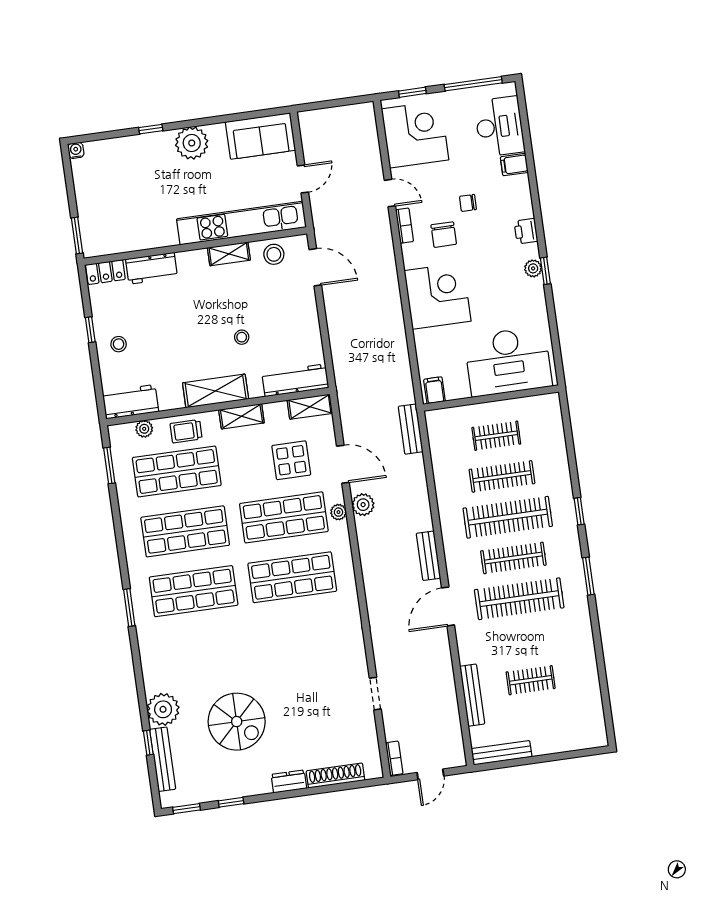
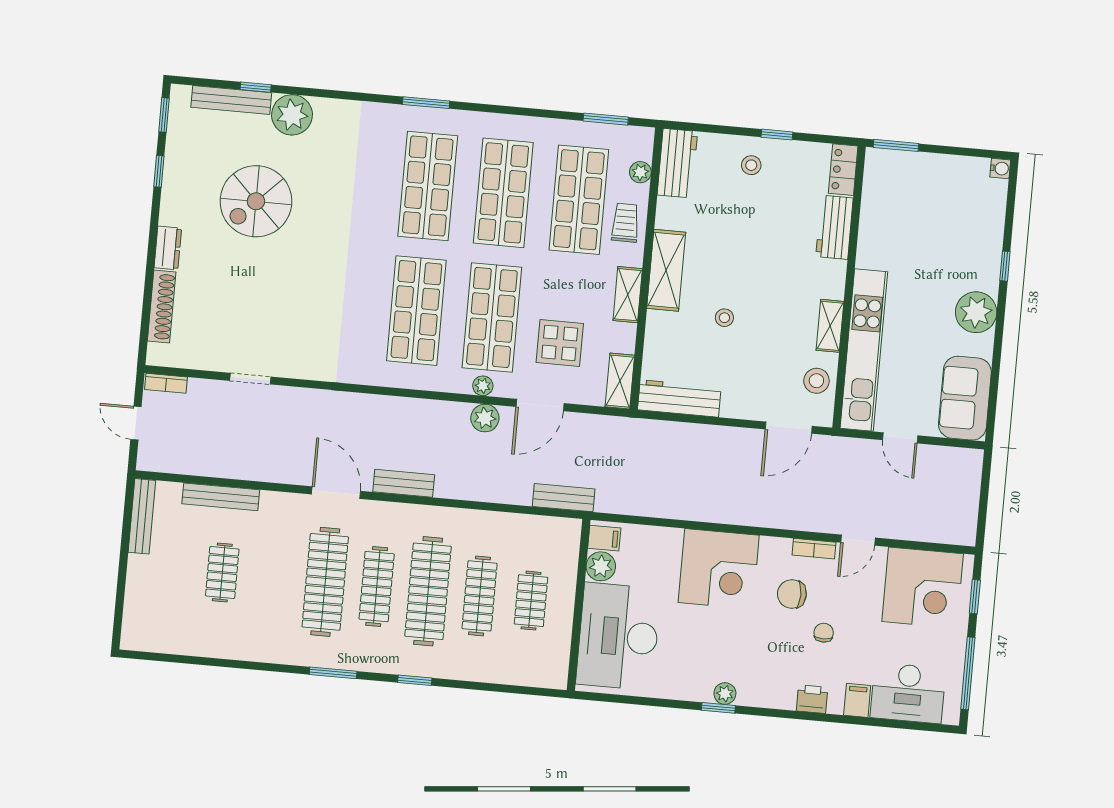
printer: (526, 231) -> (812, 699), moved
workbench: (295, 380) -> (679, 398), moved, turned -90
plant: (457, 388) -> (601, 566), added

